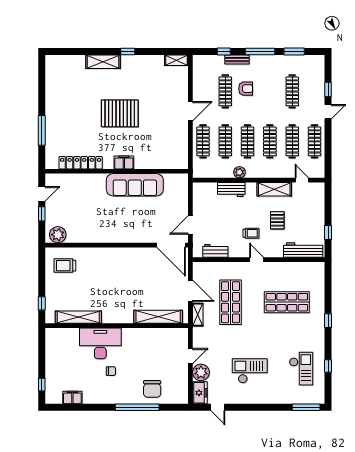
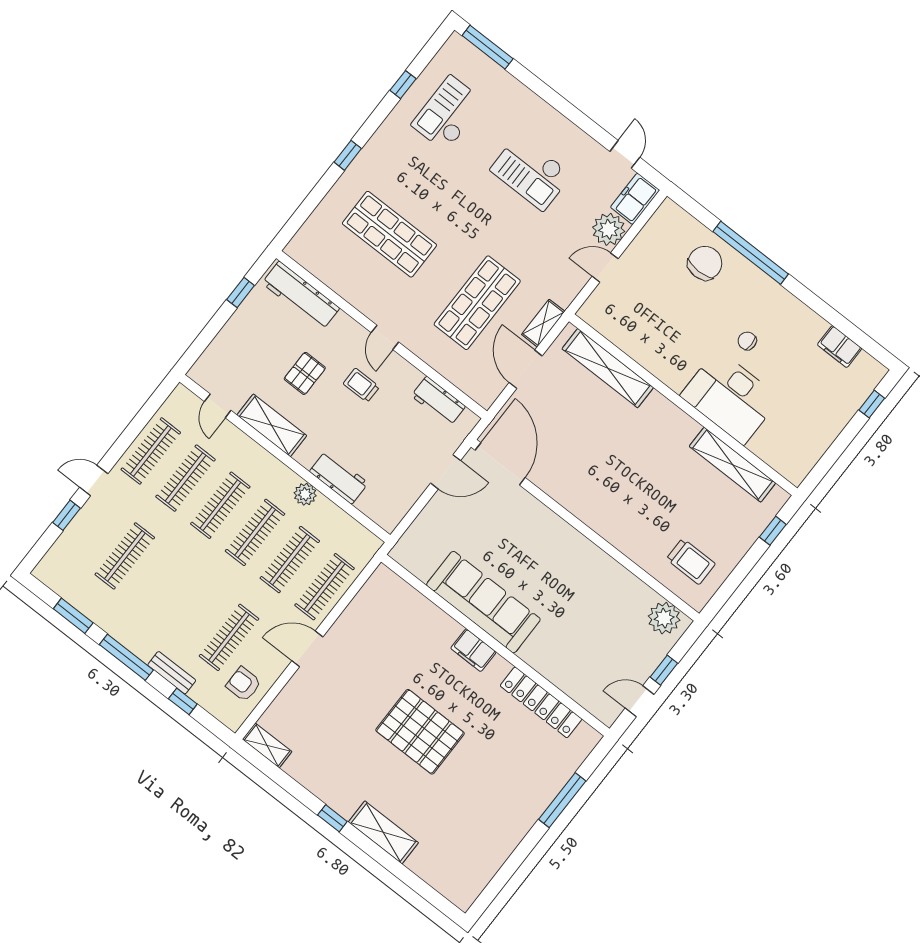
armchair: (246, 89) -> (244, 684), moved

